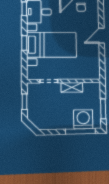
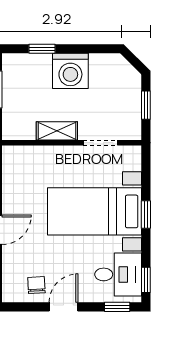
washing machine: (83, 119) -> (70, 71), moved
window: (80, 131) -> (42, 49), width x0.46

